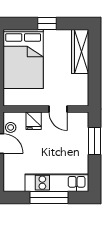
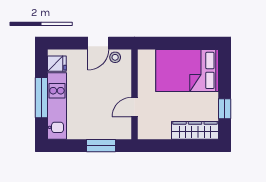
window: (47, 24) -> (225, 109), moved
fridge: (34, 121) -> (57, 64), moved, turned 180

